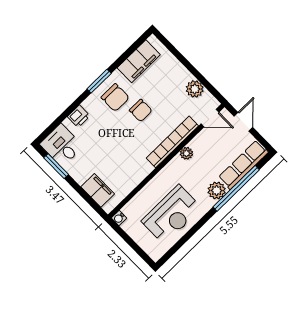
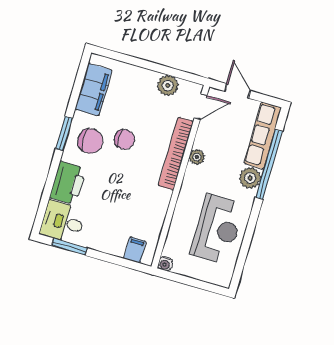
printer: (79, 116) -> (68, 183), width x1.87, depth x1.48
filing cabinet: (98, 190) -> (135, 250), width x0.50

